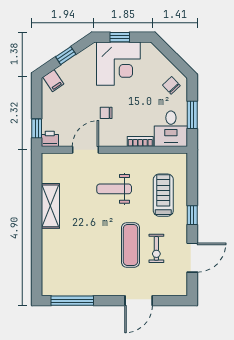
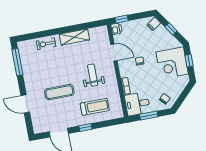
exercise bike: (156, 248) -> (46, 44), moved

